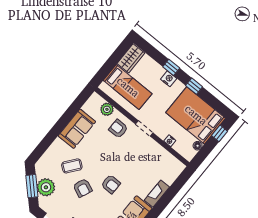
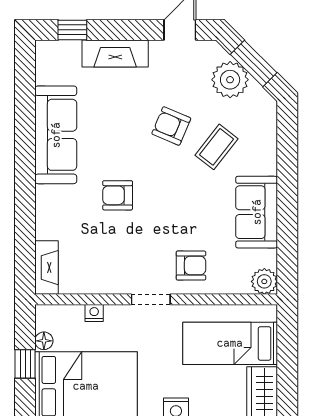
plant: (107, 109) -> (264, 281), moved
window: (220, 133) -> (25, 364), moved
armchair: (111, 184) -> (118, 195), moved
fireplace: (157, 194) -> (47, 268), moved

